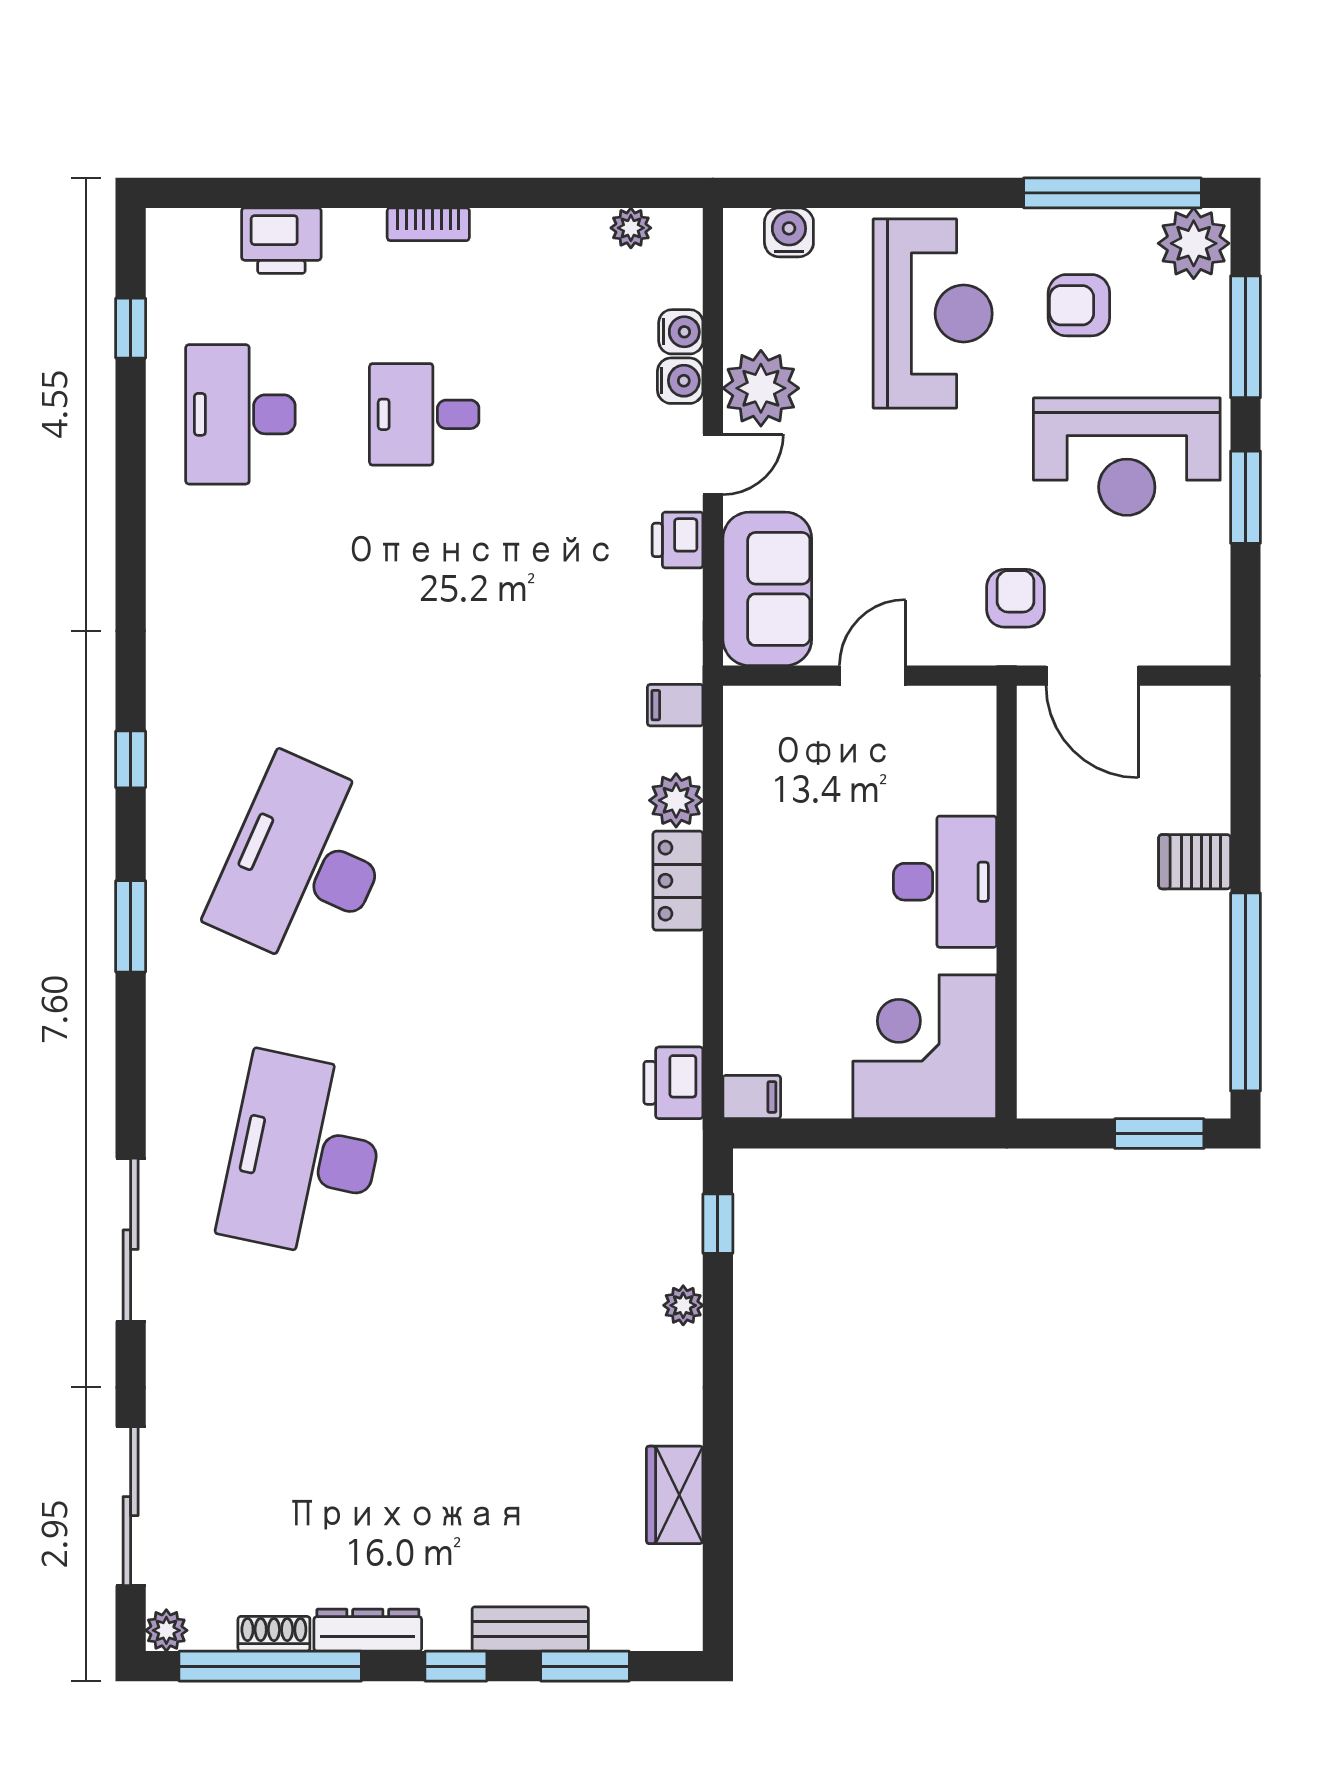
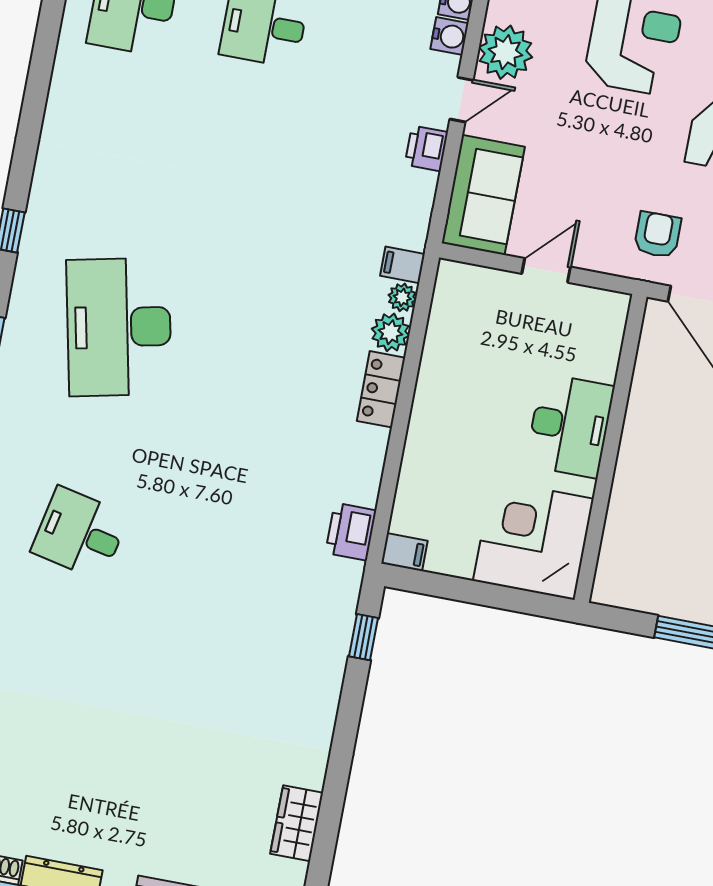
desk: (304, 863) -> (119, 327), turned -36
desk: (304, 1155) -> (80, 533), width x0.53, depth x0.77
plant: (683, 1305) -> (402, 297), moved

